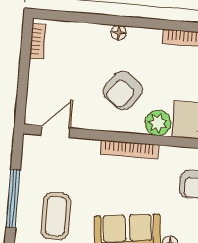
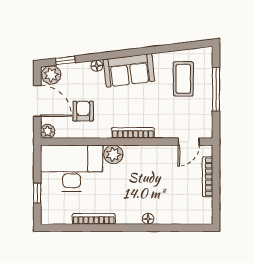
bookcase: (38, 41) -> (208, 177), moved, width x1.56
armchair: (123, 90) -> (141, 176), removed

